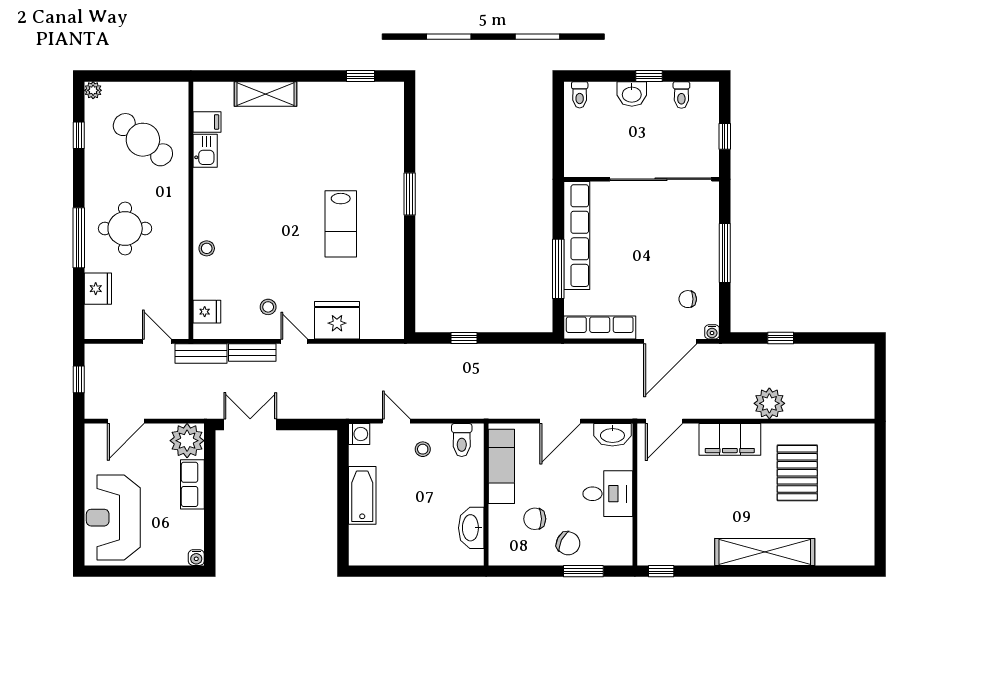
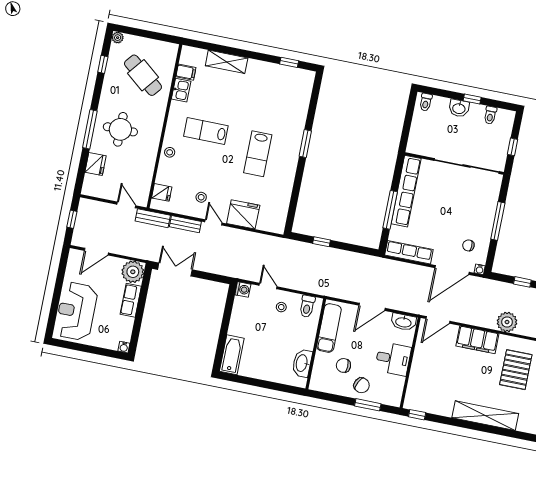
lab bench: (255, 205) -> (206, 131), added
bathtub: (362, 495) -> (232, 355), moved

